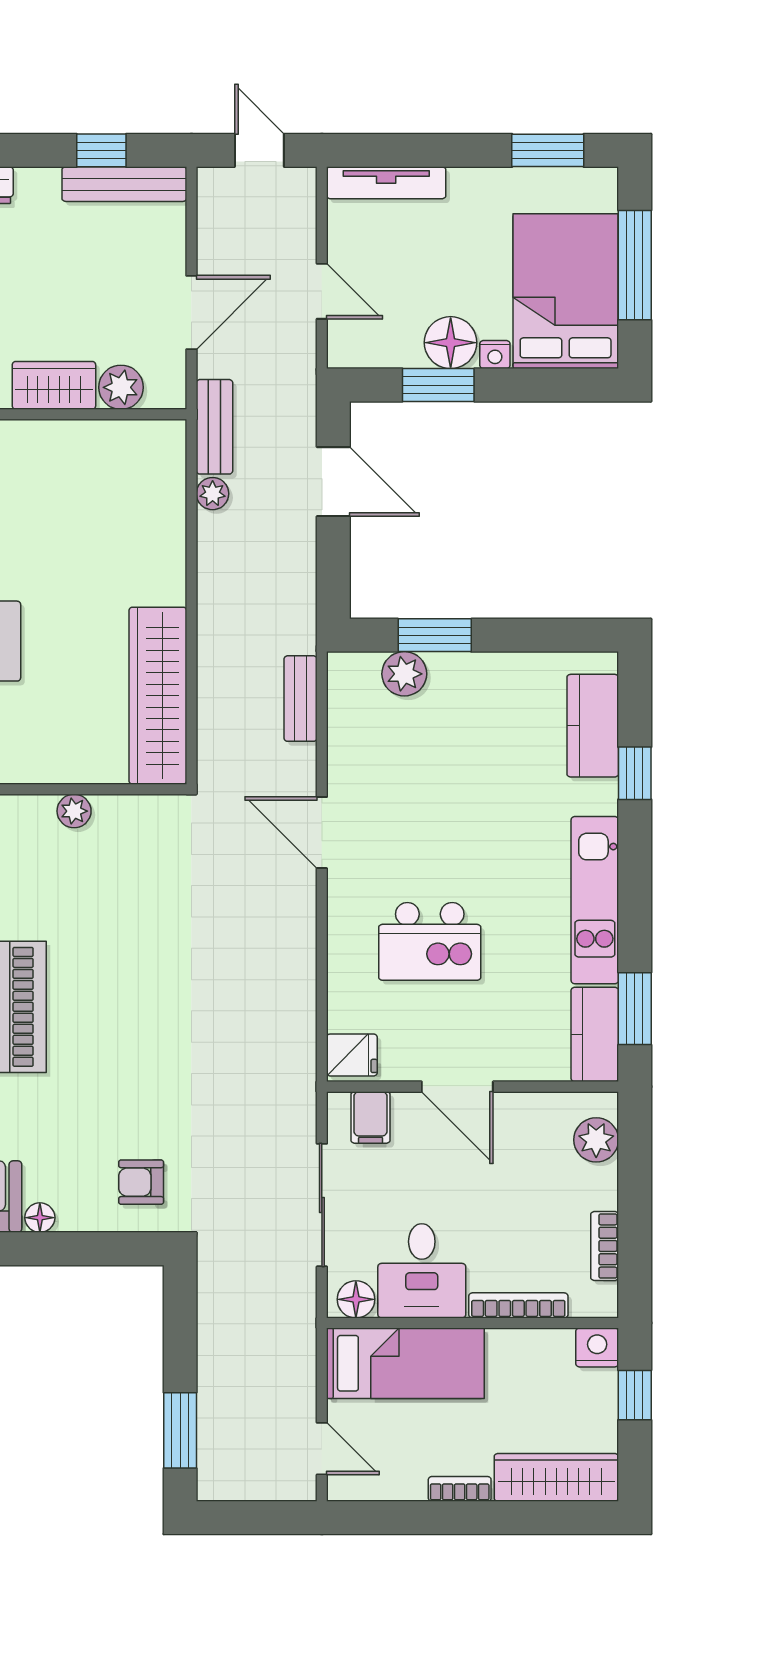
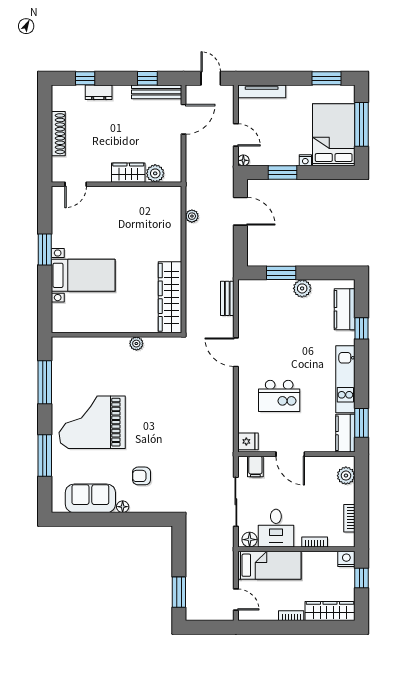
door: (191, 312) -> (183, 119), moved
floor lamp: (451, 343) -> (243, 160), moved, width x0.53, depth x0.53
bench: (214, 427) -> (193, 189), removed
plant: (404, 674) -> (302, 288), moved
armchair: (141, 1182) -> (142, 476), moved
bookcase: (518, 1305) -> (315, 542), width x0.64

